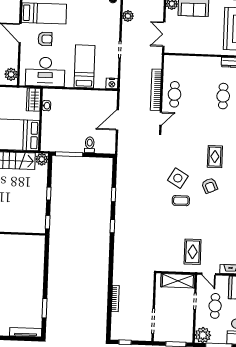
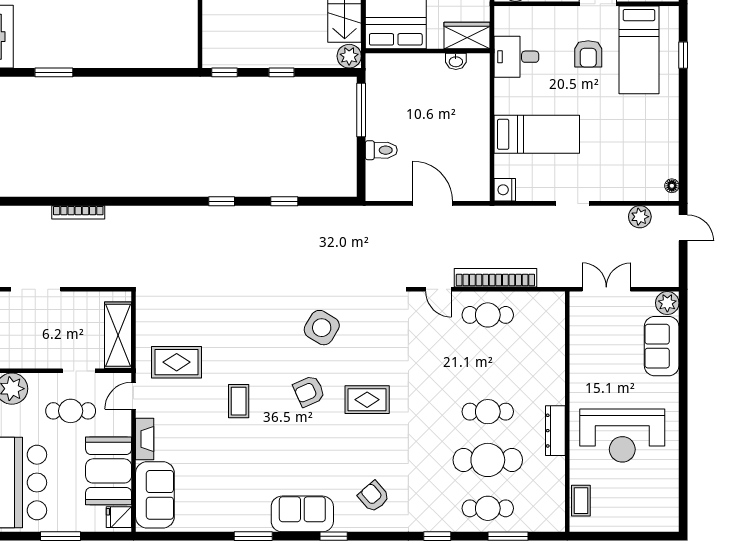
desk: (45, 72) -> (516, 57), width x0.53, depth x0.77
coffee table: (181, 201) -> (239, 401), moved

